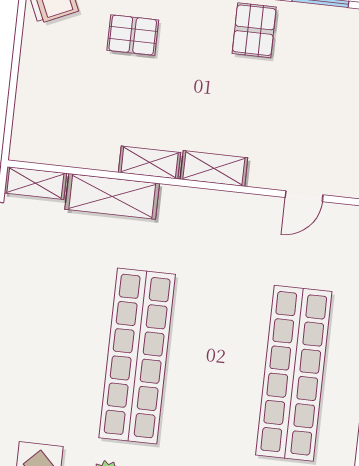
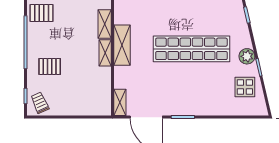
pallet: (133, 35) -> (50, 66), turned 90
shelving: (112, 196) -> (122, 45), moved

